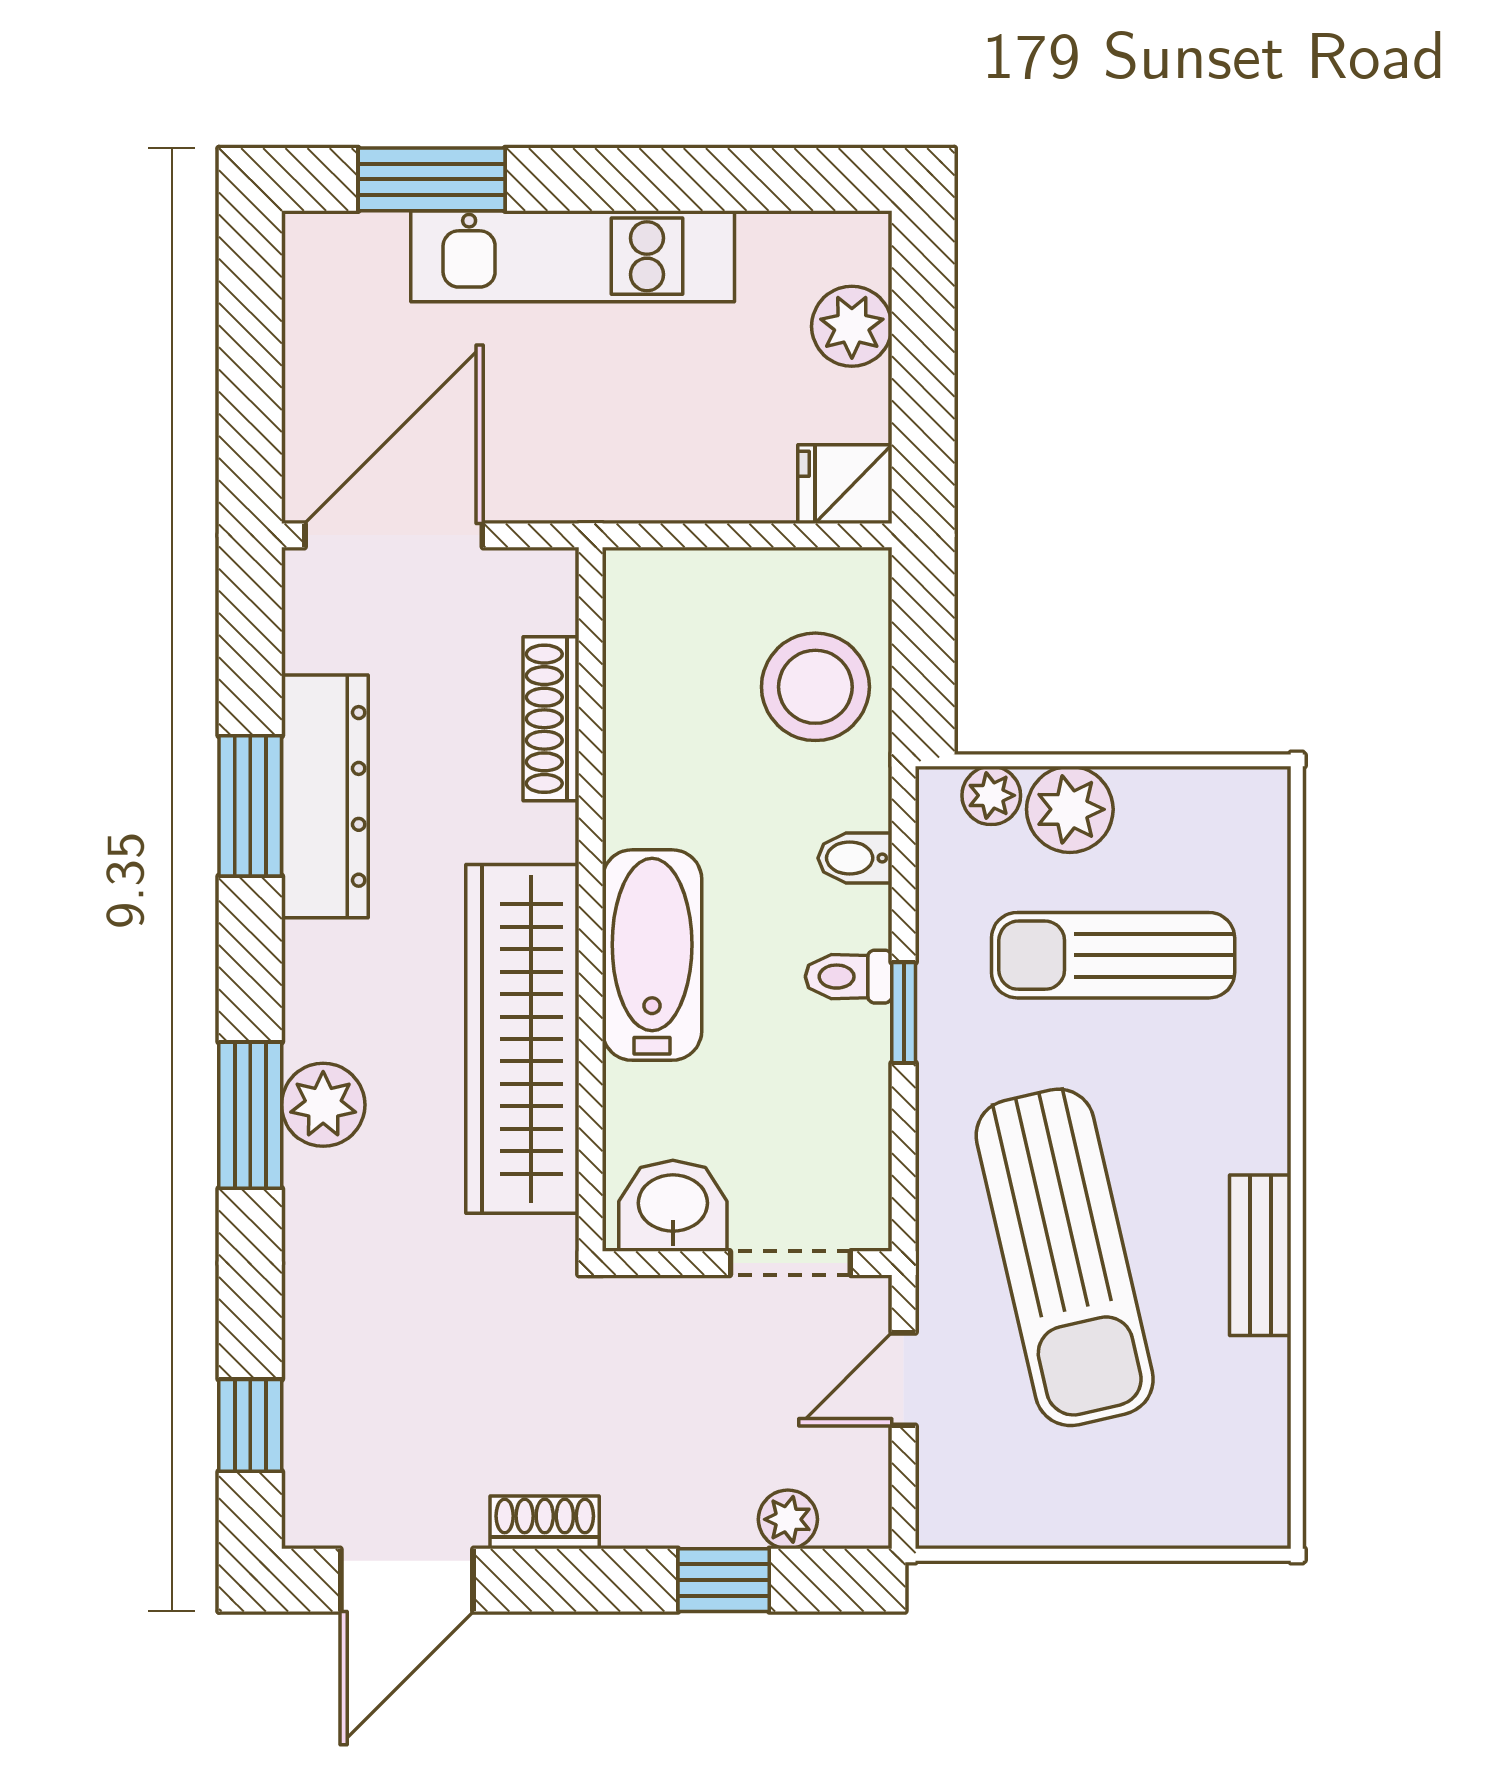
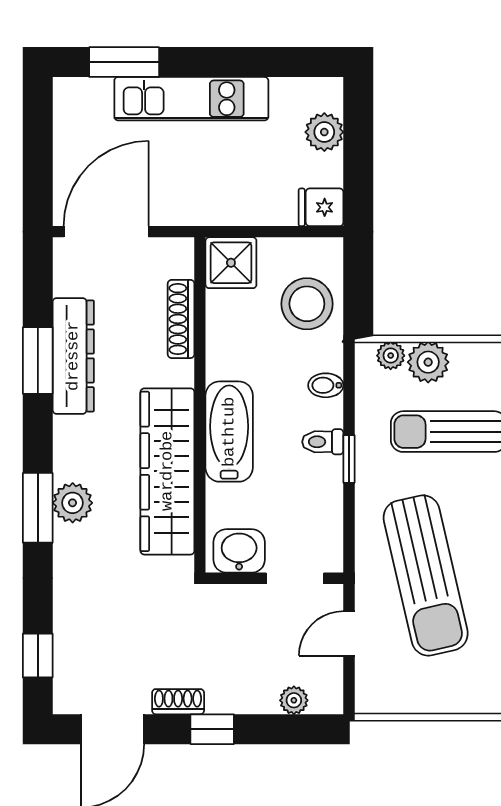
shower: (656, 601) -> (231, 263), added
window: (724, 1580) -> (212, 729), moved

